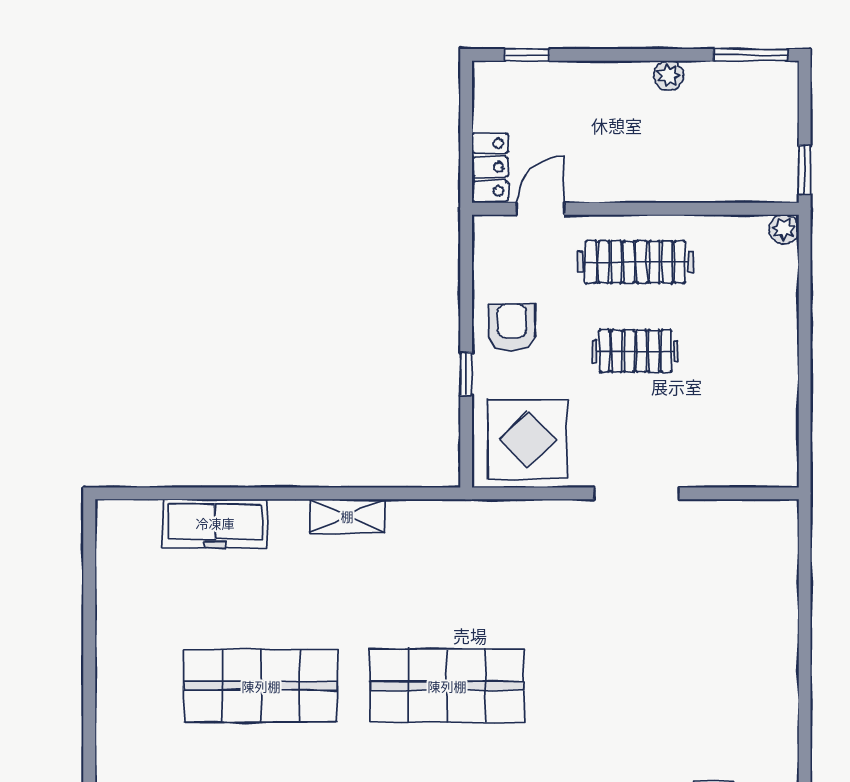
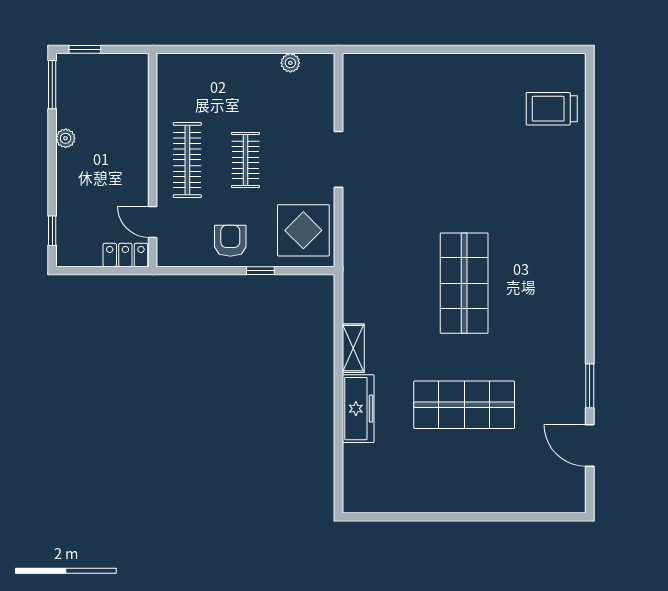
window: (805, 170) -> (85, 49), moved
plant: (784, 229) -> (290, 63), moved
armchair: (512, 328) -> (230, 241), turned 90
freezer: (215, 523) -> (358, 409), moved
shop shelf: (261, 686) -> (464, 405), turned 90

